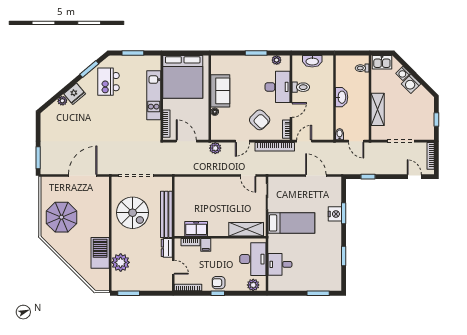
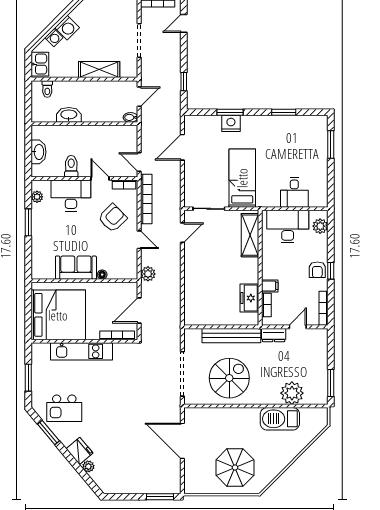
washbasin: (342, 97) -> (69, 115), moved

